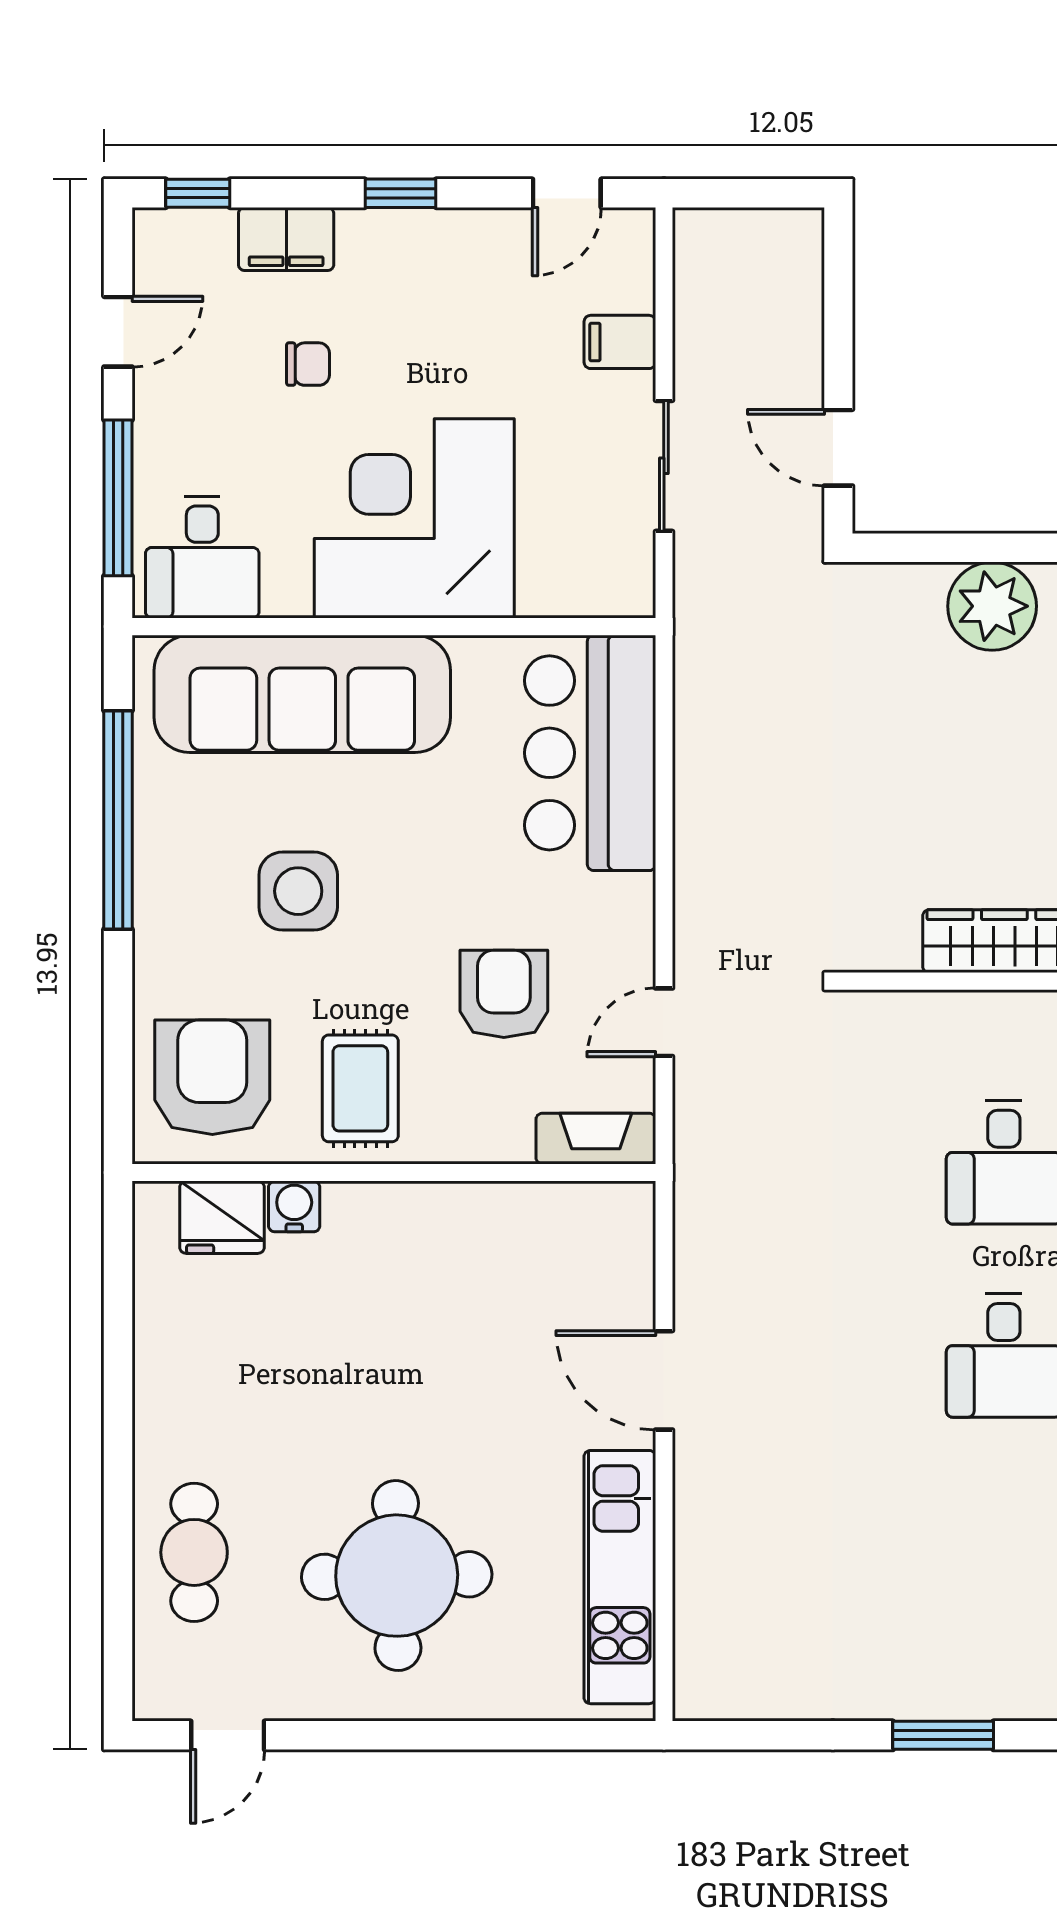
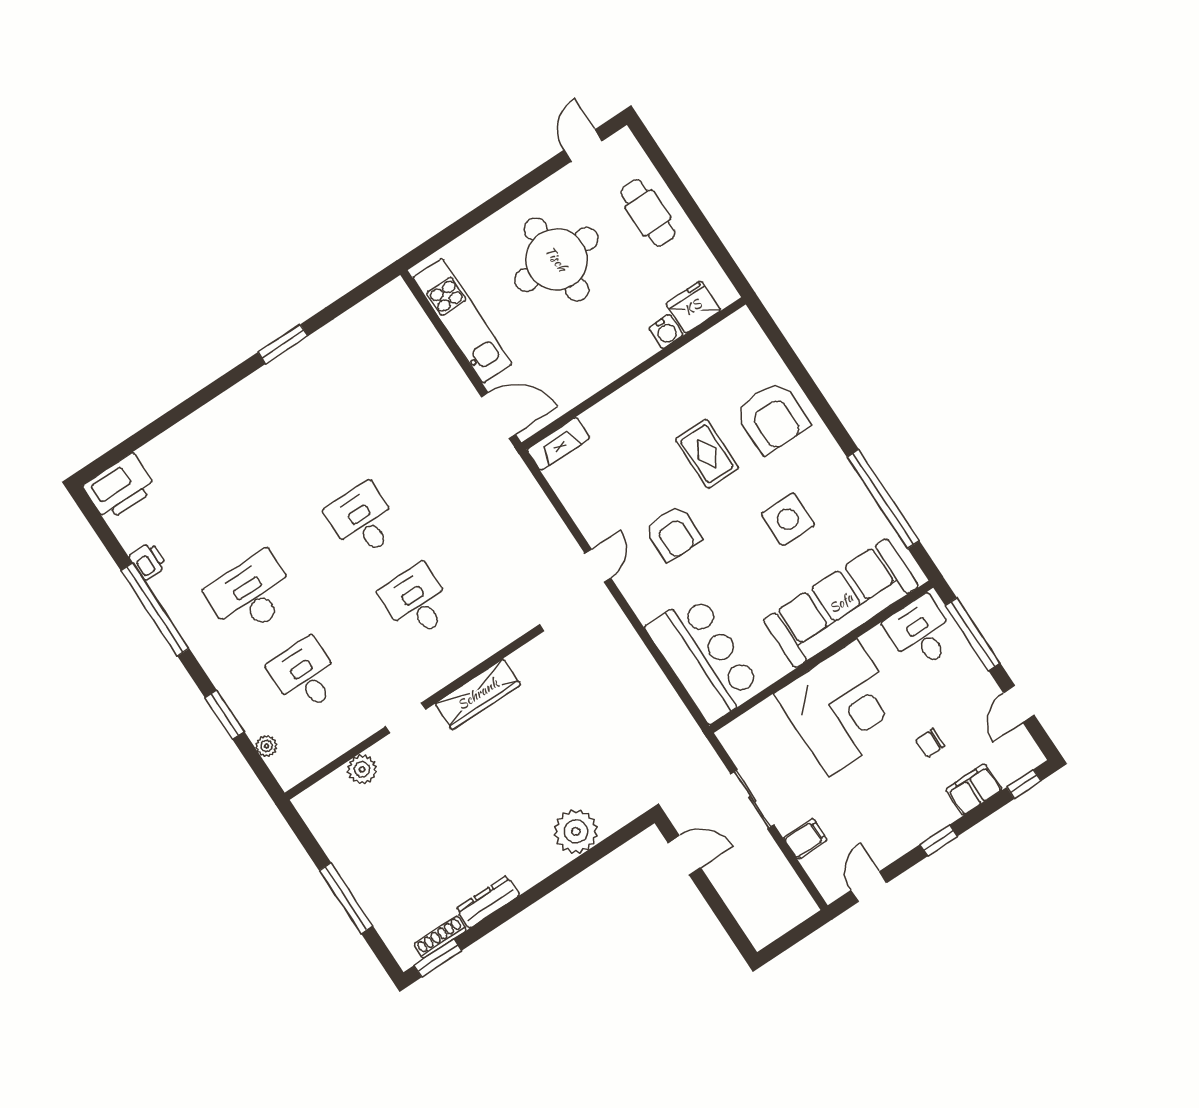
fireplace: (596, 1139) -> (558, 444), moved
wall: (394, 1173) -> (634, 373), moved
water cooler: (294, 1206) -> (666, 331), moved
fridge: (222, 1217) -> (693, 307), moved

